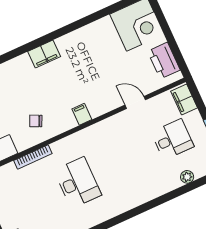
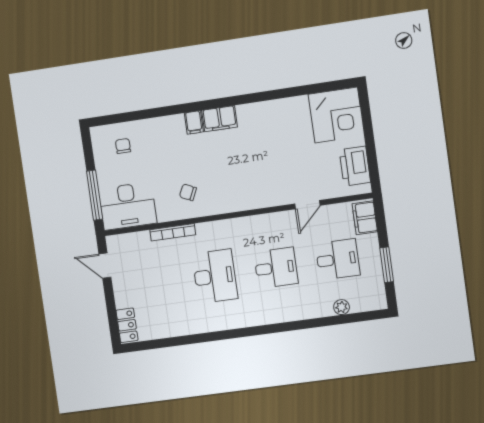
door: (135, 102) -> (307, 205), swing flipped
filing cabinet: (82, 114) -> (194, 122), moved, turned 180
desk: (125, 161) -> (276, 268), added

